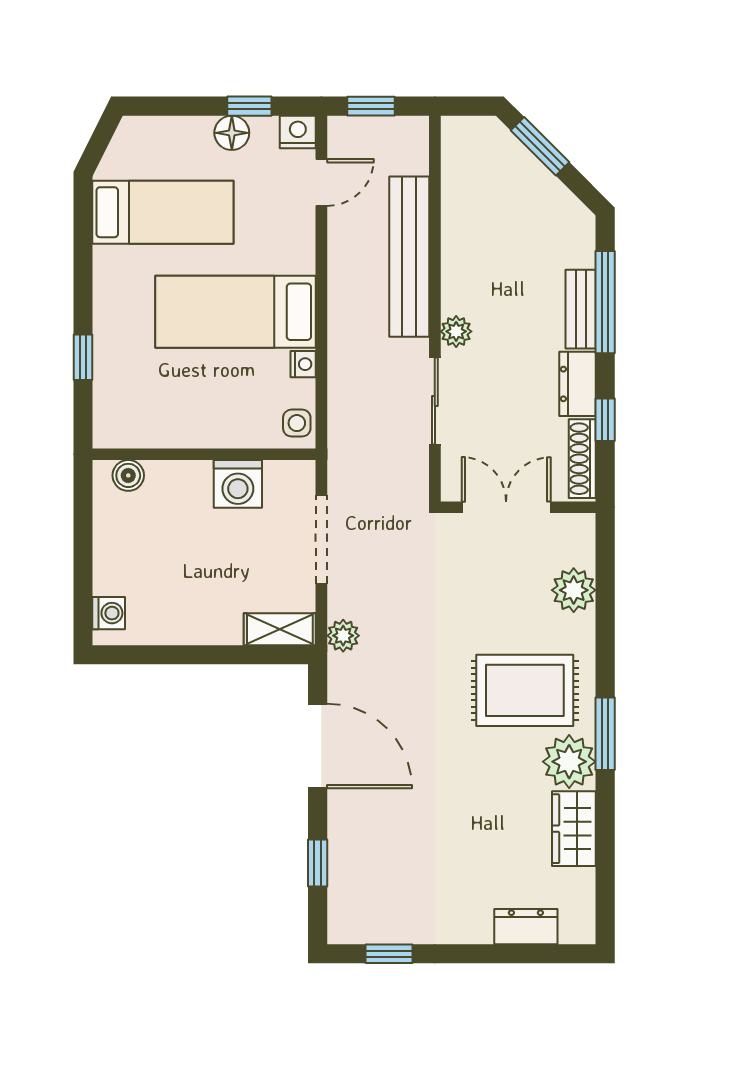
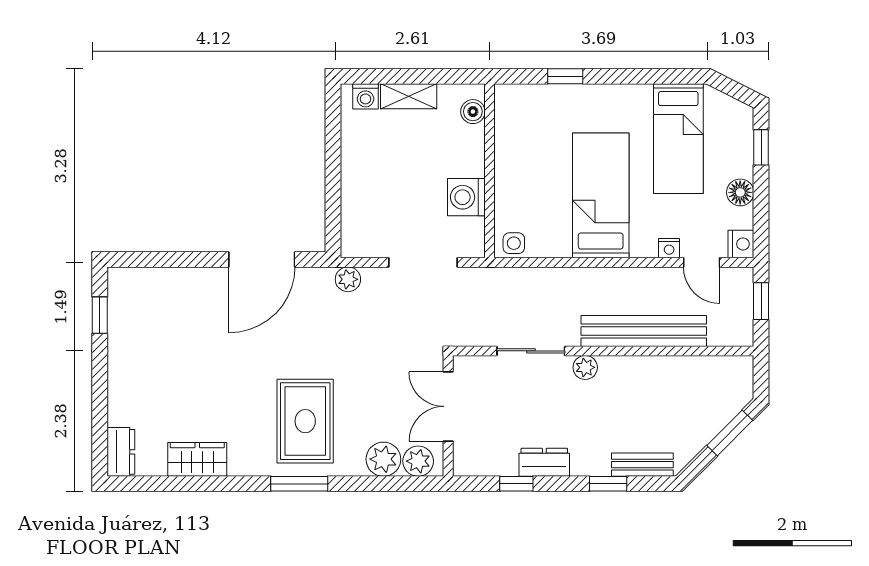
window: (249, 106) -> (761, 147), moved
window: (605, 302) -> (608, 484), width x0.46
bench: (581, 309) -> (642, 465), moved
nightstand: (303, 364) -> (669, 248), moved
shoe rack: (582, 459) -> (486, 466), removed
double door: (506, 507) -> (448, 406), swing flipped
shelving: (280, 629) -> (409, 96), moved, turned 90
window: (605, 734) -> (299, 484), moved
plant: (569, 762) -> (418, 461), moved, width x0.73, depth x0.73
window: (318, 863) -> (170, 259), removed
dresser: (526, 927) -> (121, 452), moved

